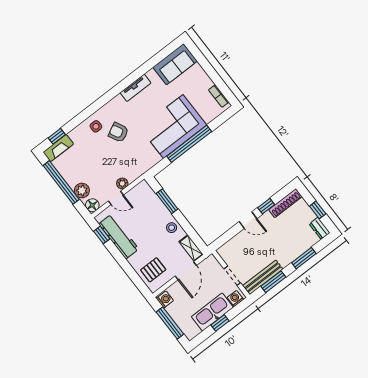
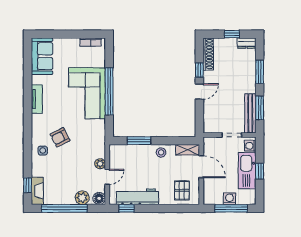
washing machine: (165, 299) -> (230, 199), moved

